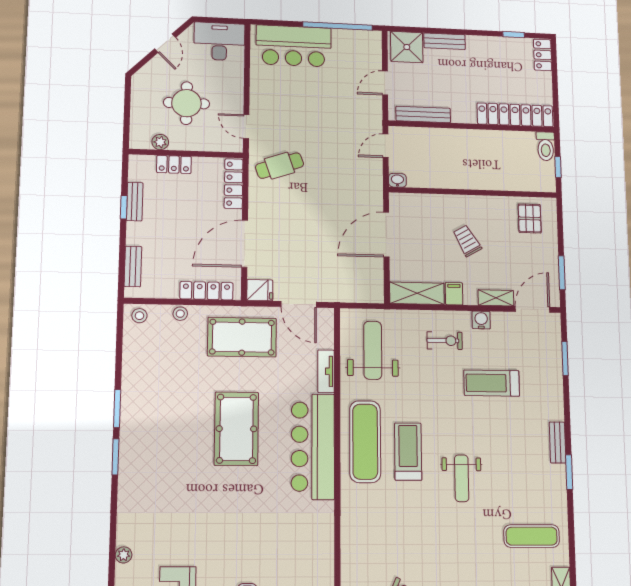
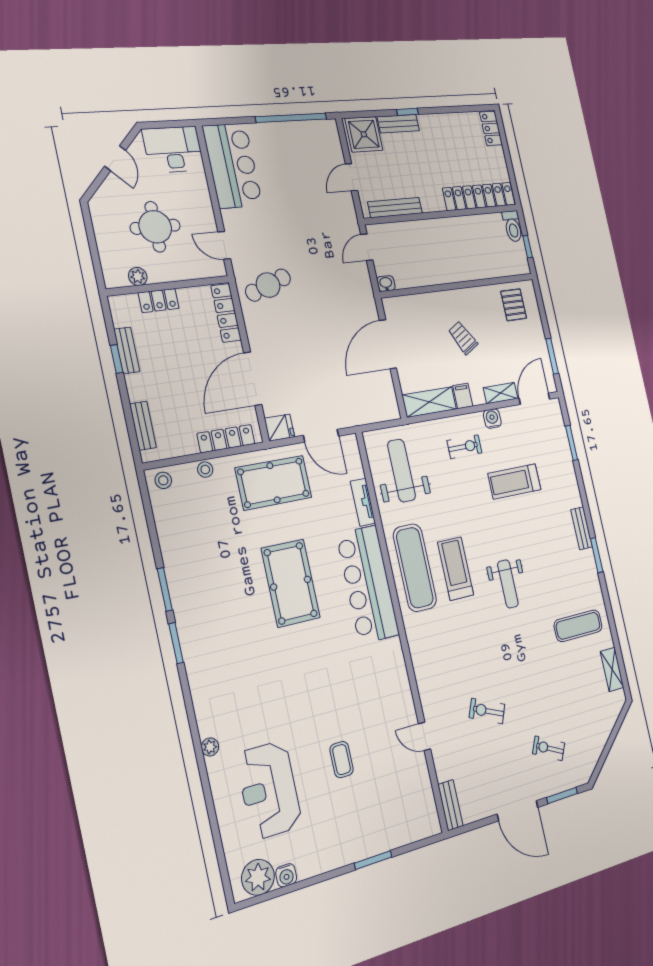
window: (514, 35) -> (407, 112), moved
bar counter: (294, 46) -> (232, 166), moved, turned -90

